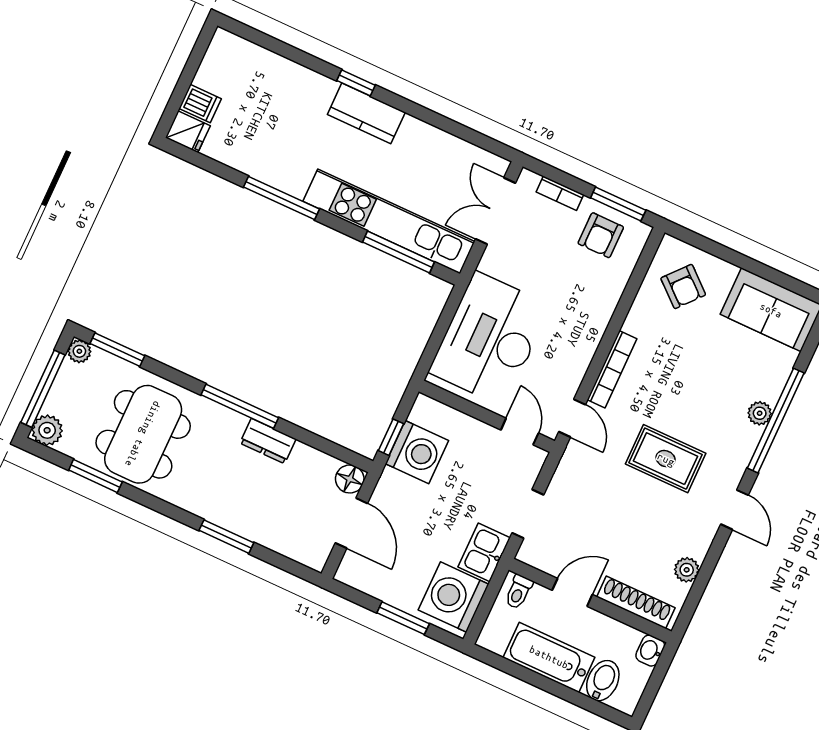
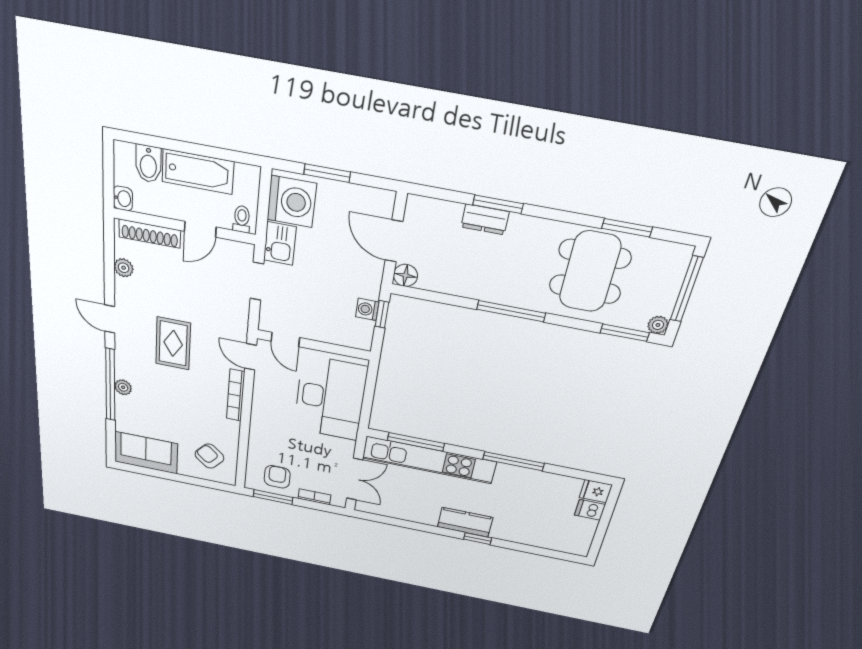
plant: (47, 430) -> (678, 256), removed
dresser: (268, 441) -> (485, 219), moved, turned 180
washing machine: (417, 452) -> (367, 309), width x0.53, depth x0.53
rug: (666, 459) -> (173, 343), turned 90

